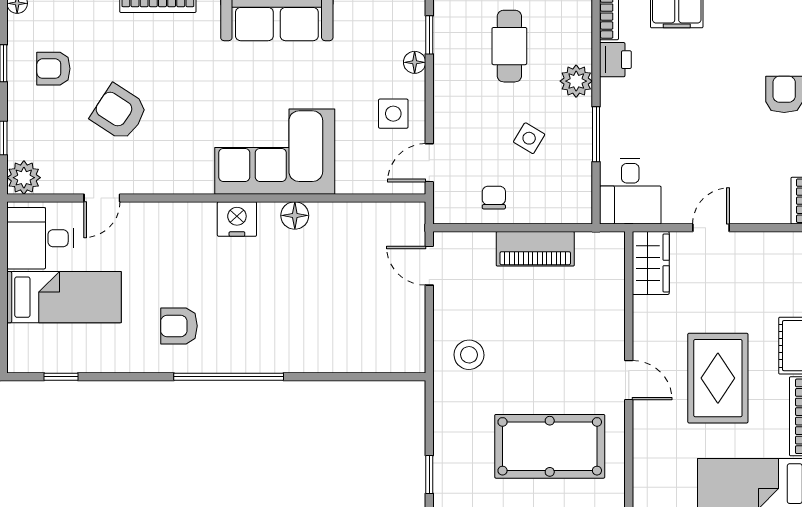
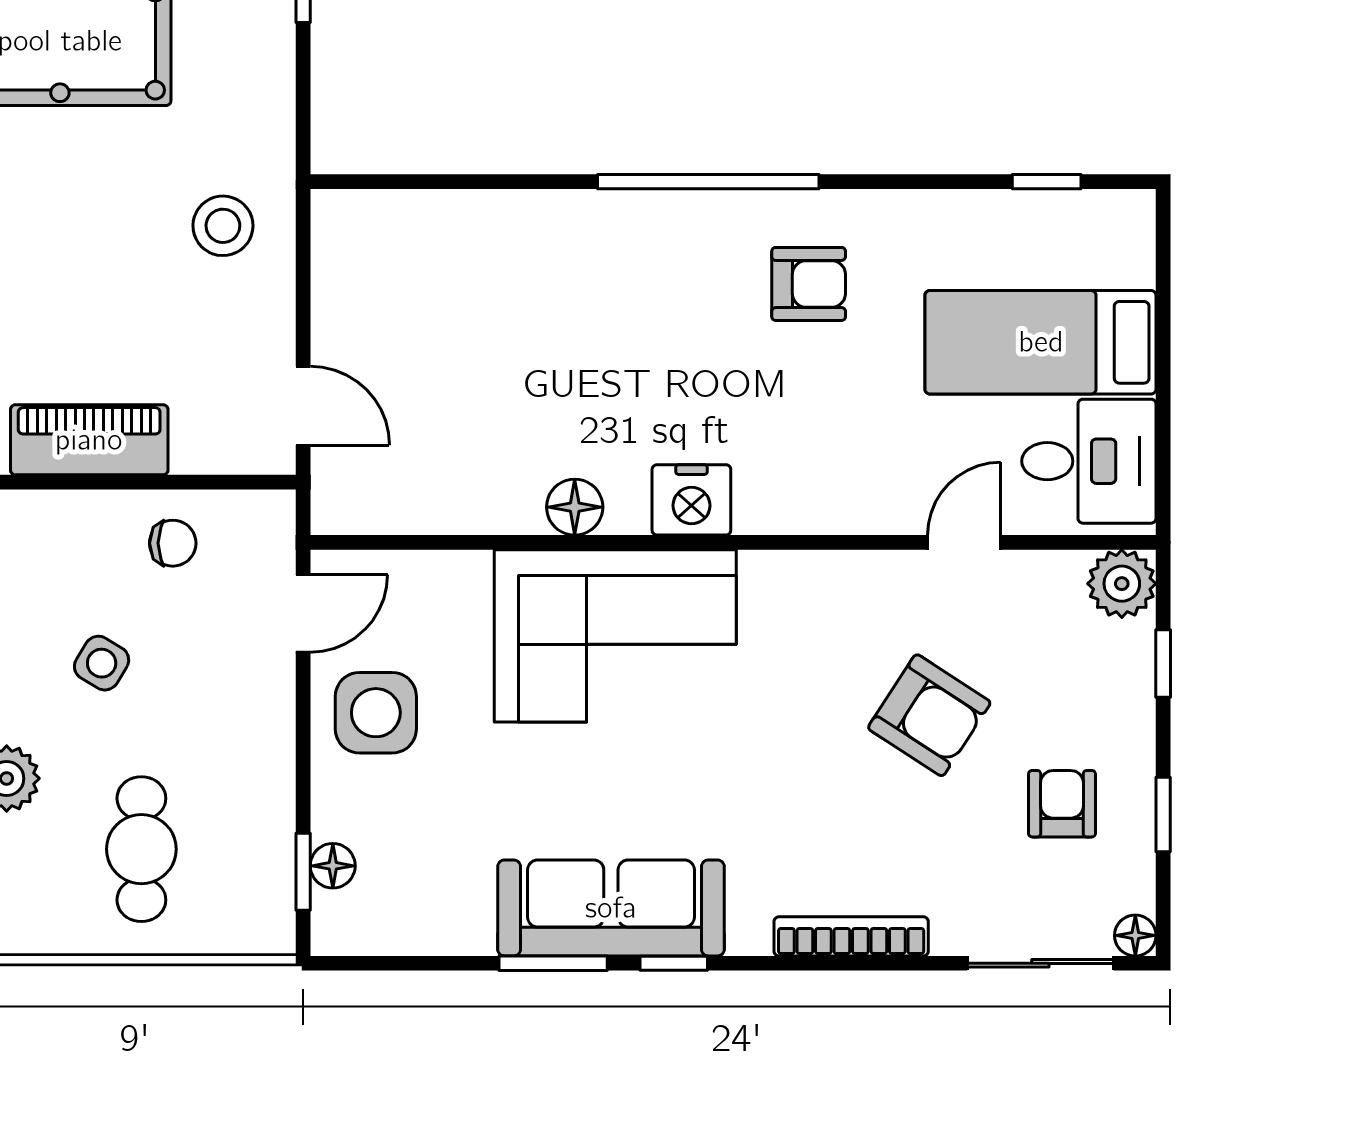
floor lamp: (415, 62) -> (333, 866), moved
armchair: (53, 69) -> (1062, 804), turned -90
side table: (393, 114) -> (376, 713), width x1.37, depth x1.37
chair: (494, 198) -> (173, 543), turned -90

